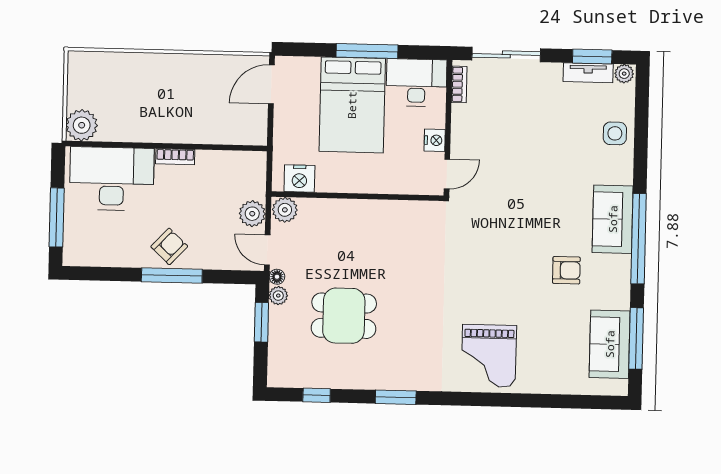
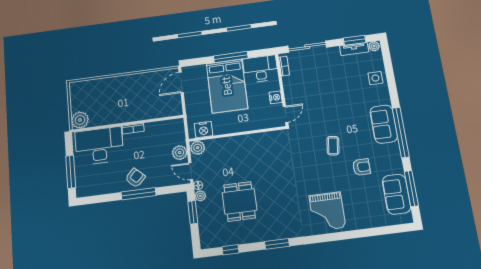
coffee table: (519, 243) -> (333, 146), added
armchair: (566, 270) -> (361, 167), moved
dining table: (344, 316) -> (240, 201), turned 90

